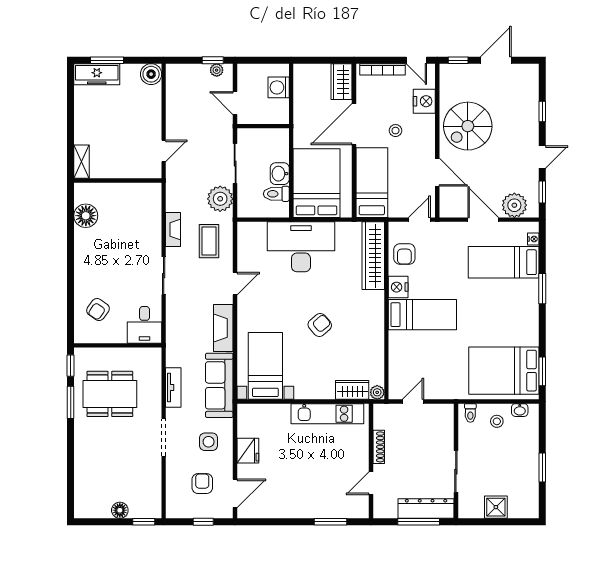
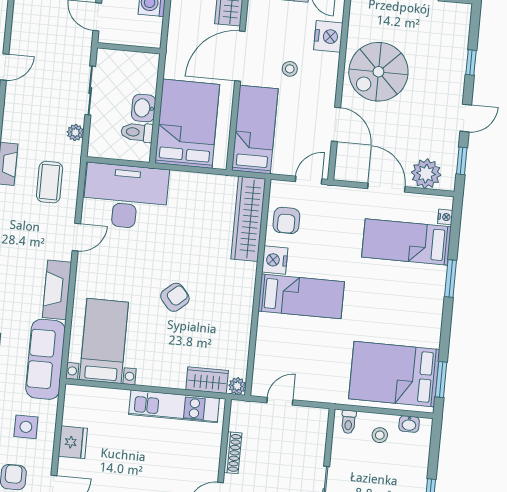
plant: (220, 199) -> (75, 133), width x0.53, depth x0.53
desk: (301, 247) -> (126, 196), moved

